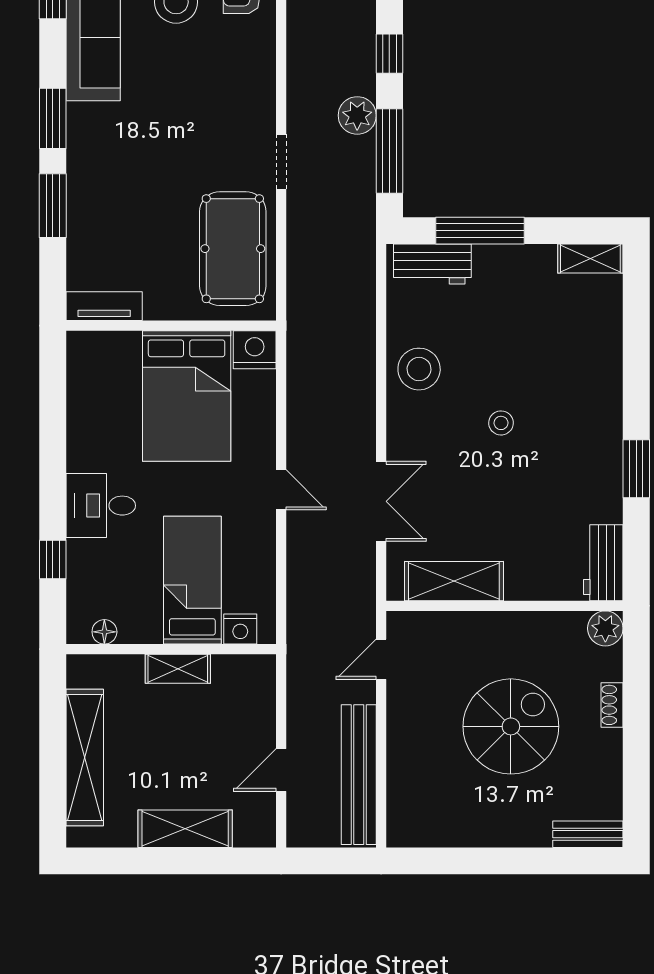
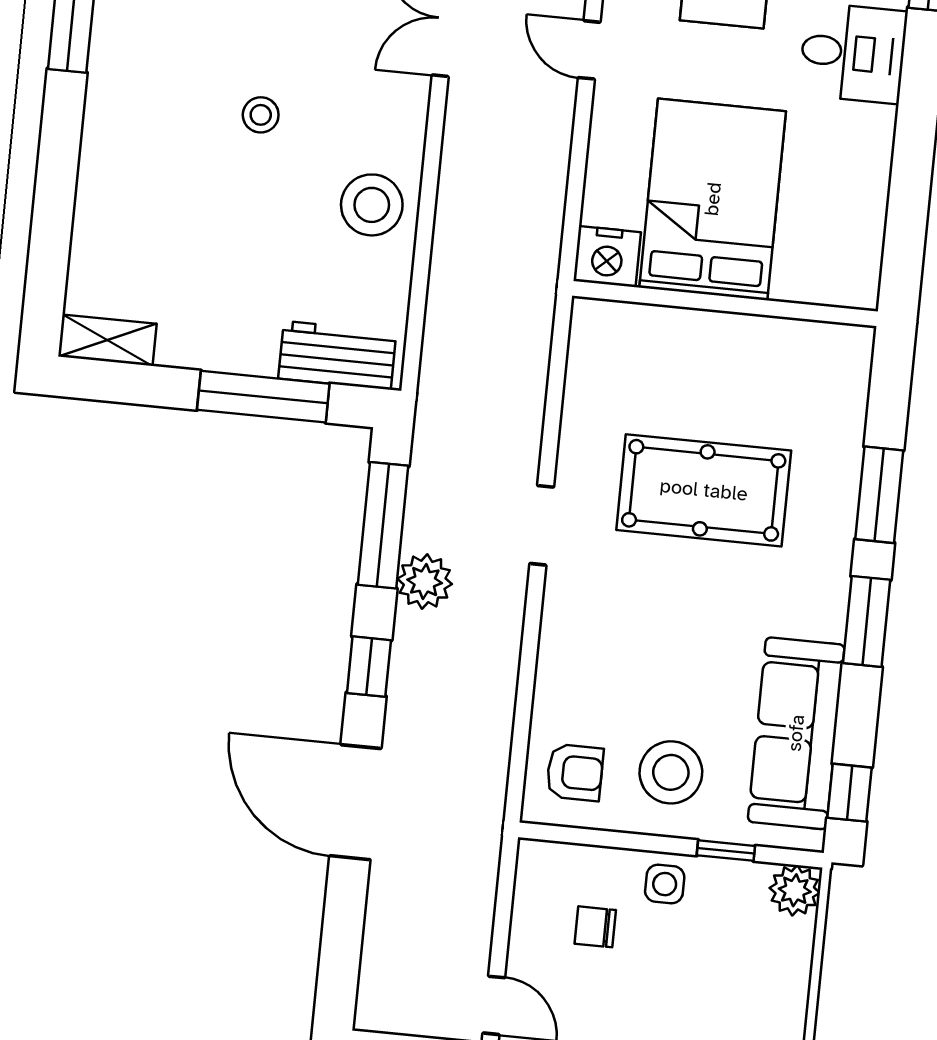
pool table: (233, 249) -> (704, 490), moved, turned 90
tv unit: (104, 306) -> (819, 342), removed

